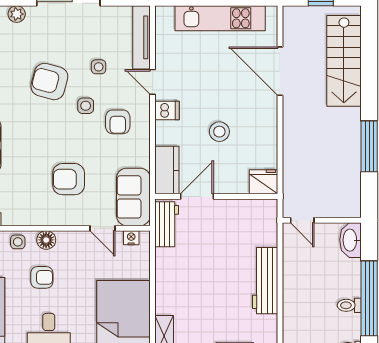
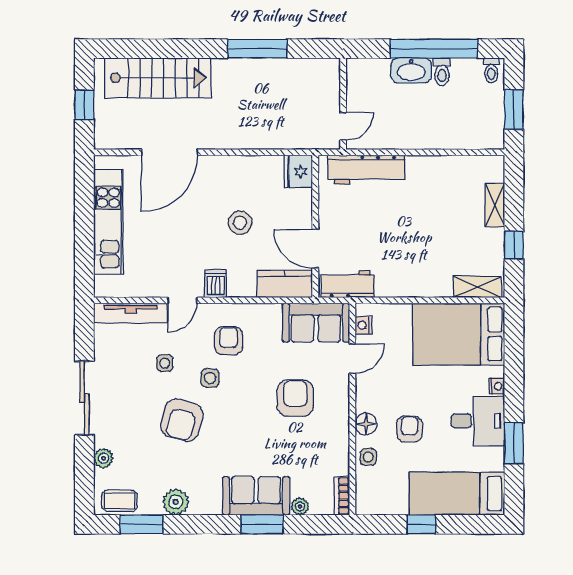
armchair: (118, 122) -> (229, 341), turned -90
armchair: (69, 179) -> (295, 398), turned 180
washbasin: (350, 240) -> (411, 70), moved
workbench: (265, 281) -> (367, 170), moved

